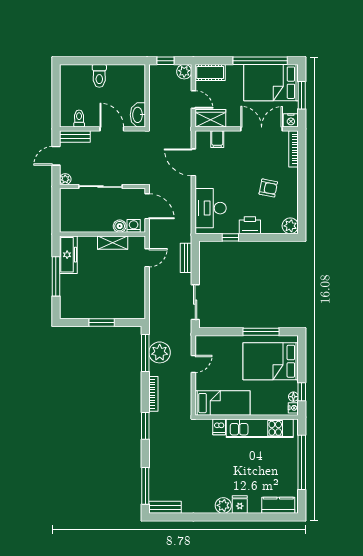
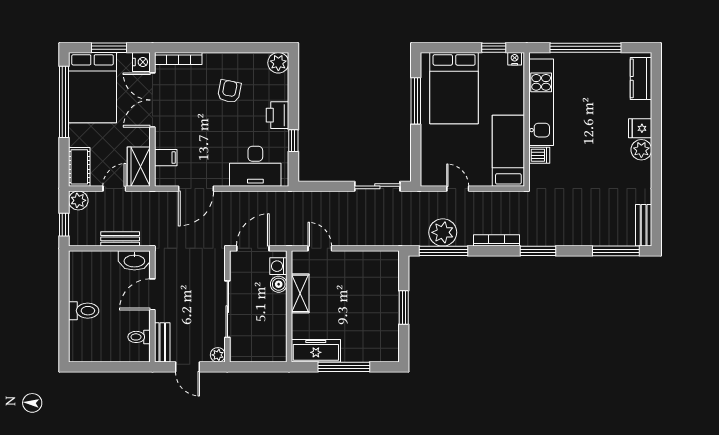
bench: (186, 258) -> (120, 239), moved
floor lamp: (293, 397) -> (500, 59), removed

